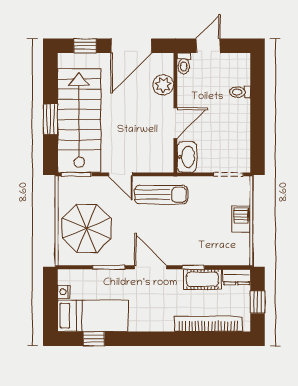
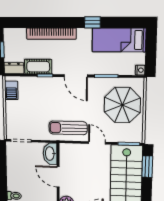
window: (50, 119) -> (147, 167), moved
door: (175, 123) -> (58, 177), hinge flipped
barbecue: (241, 219) -> (11, 90), moved
nightstand: (64, 292) -> (140, 70), moved
bookcase: (209, 324) -> (51, 34), moved
window: (94, 339) -> (92, 22), moved

